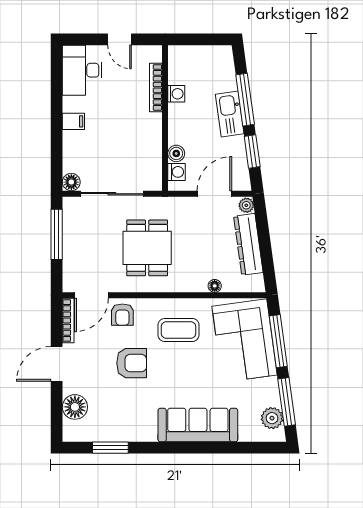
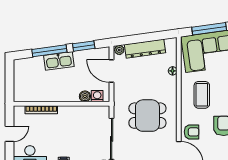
washing machine: (176, 94) -> (45, 96), removed

